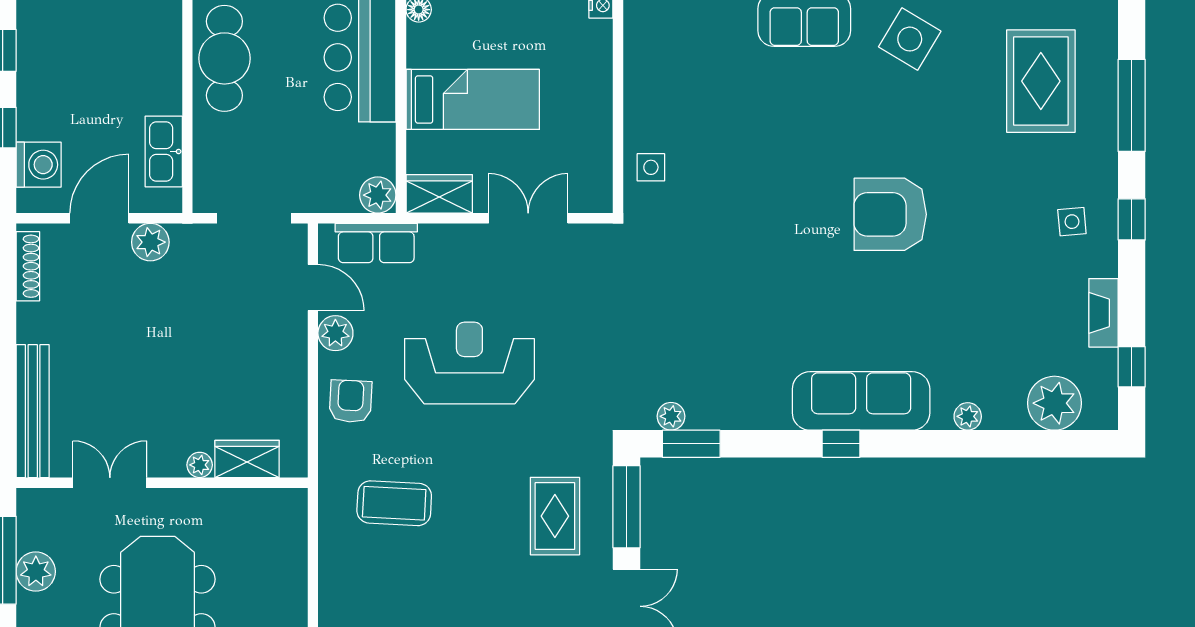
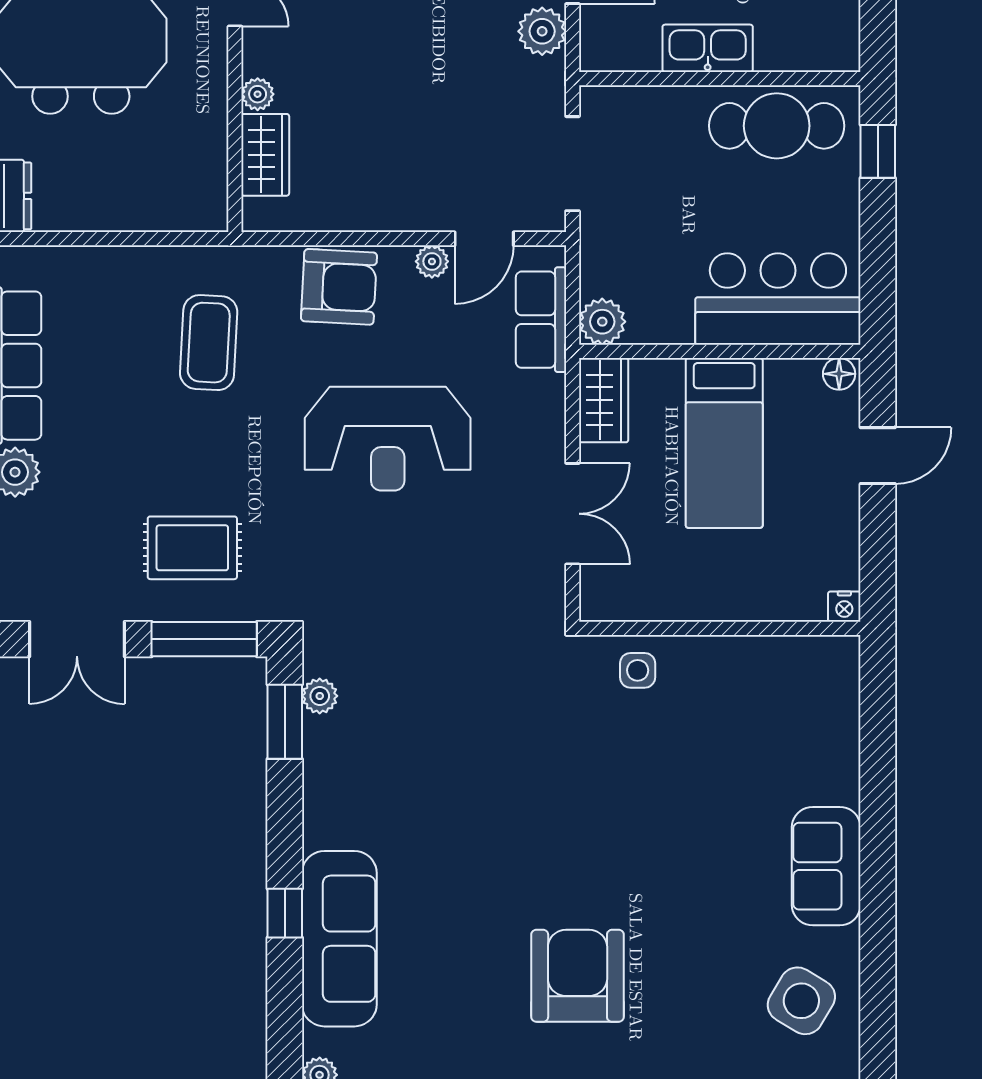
kitchen sink: (164, 151) -> (708, 48), moved
plant: (335, 333) -> (432, 261), width x0.73, depth x0.73
reception desk: (469, 363) -> (388, 439), turned 90
armchair: (351, 401) -> (339, 287), width x1.38, depth x1.38

